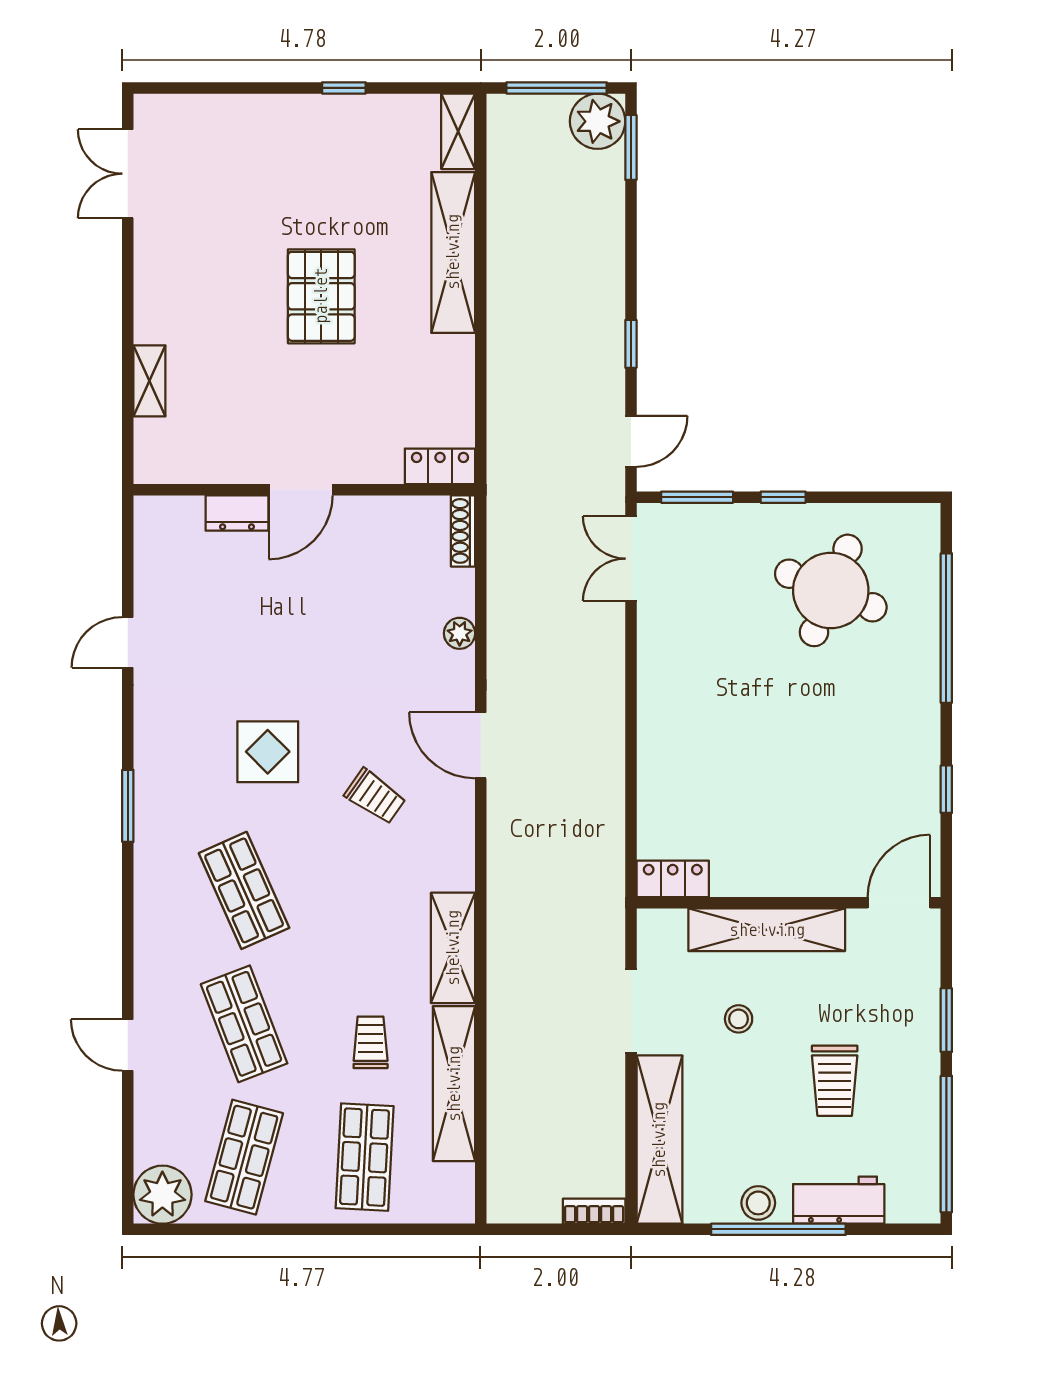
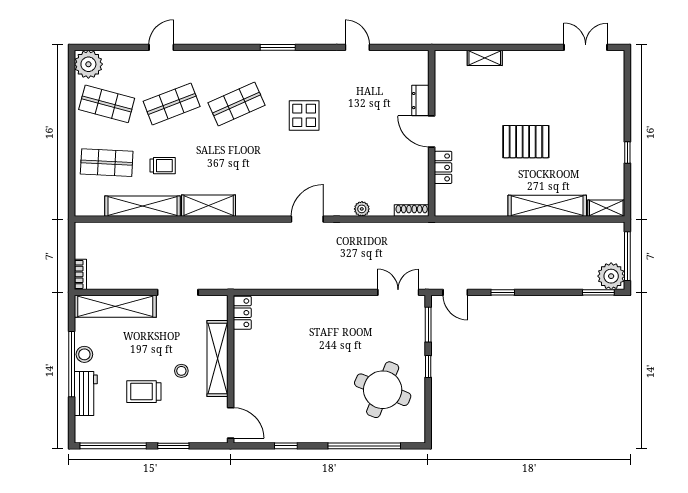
locker: (440, 466) -> (443, 167), moved
trolley: (375, 796) -> (282, 168), removed
stool: (739, 1019) -> (181, 371), moved

